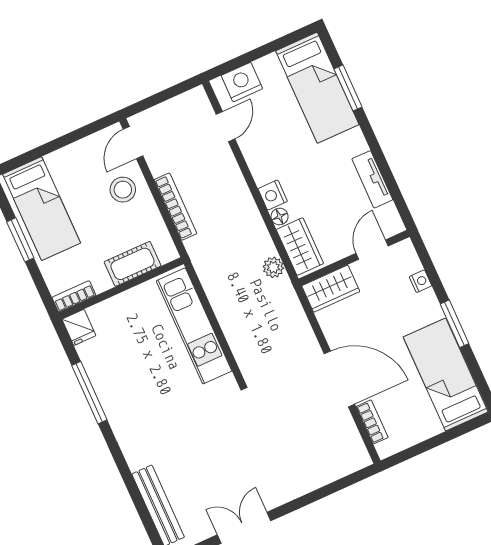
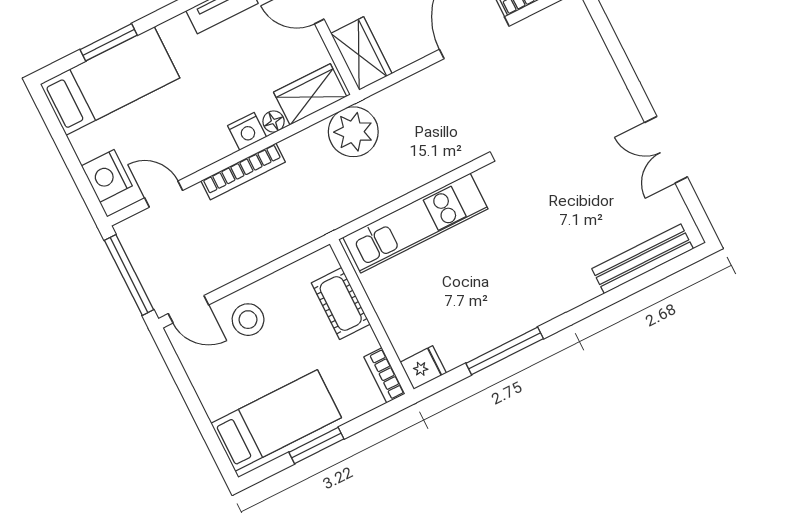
window: (162, 96) -> (129, 275), added
bookcase: (175, 207) -> (243, 171), moved, turned 180
plant: (273, 267) -> (353, 132), width x1.88, depth x1.88

